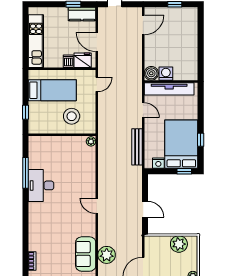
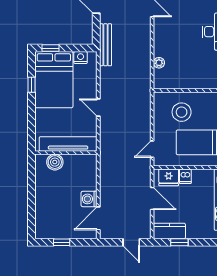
boiler: (151, 73) -> (55, 162), moved
washing machine: (166, 74) -> (89, 199), moved, turned 90
door: (143, 110) -> (98, 107), moved
plant: (91, 141) -> (159, 63), moved
bench: (137, 147) -> (105, 45), moved

